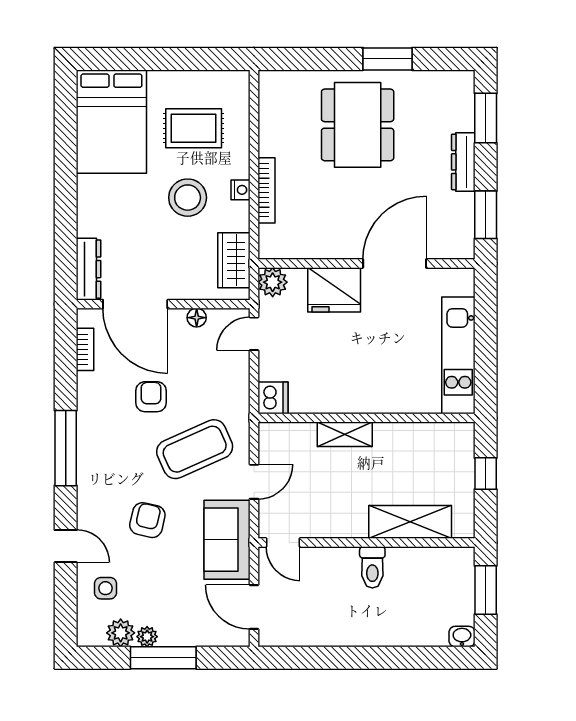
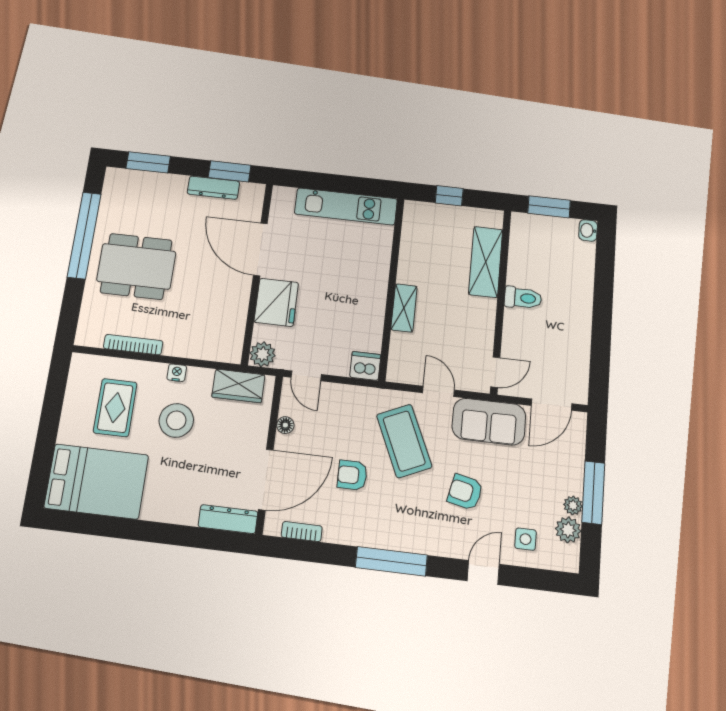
window: (388, 59) -> (84, 235), width x2.11
dresser: (463, 162) -> (213, 188), moved
bookcase: (266, 190) -> (133, 345), moved

